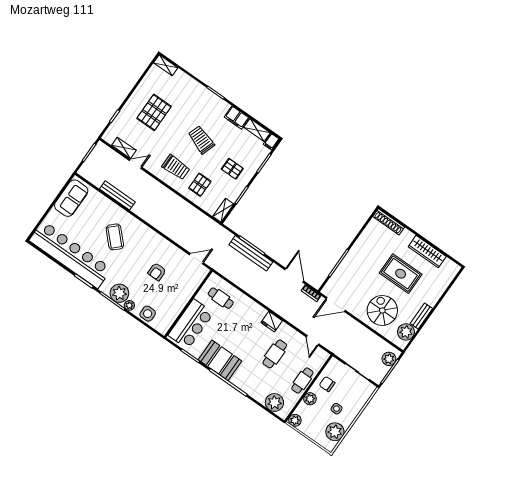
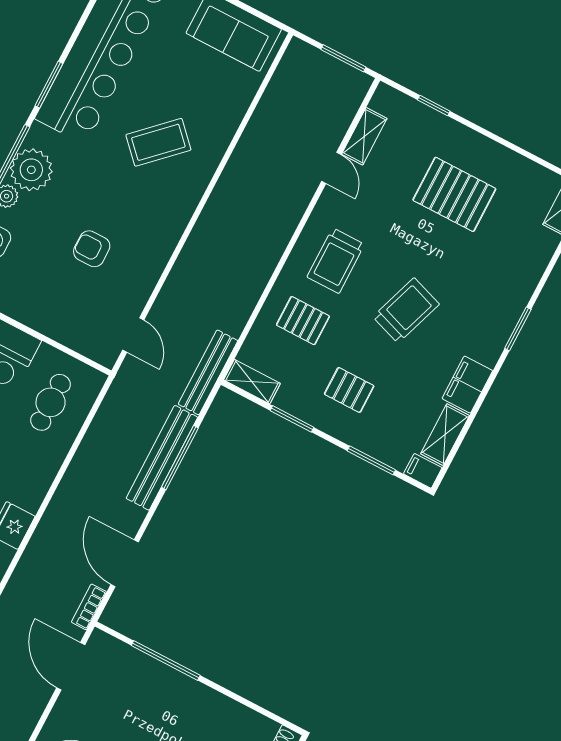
pallet: (232, 169) -> (349, 390), turned 90
bench: (117, 195) -> (208, 372), moved
door: (294, 275) -> (125, 563), swing flipped

